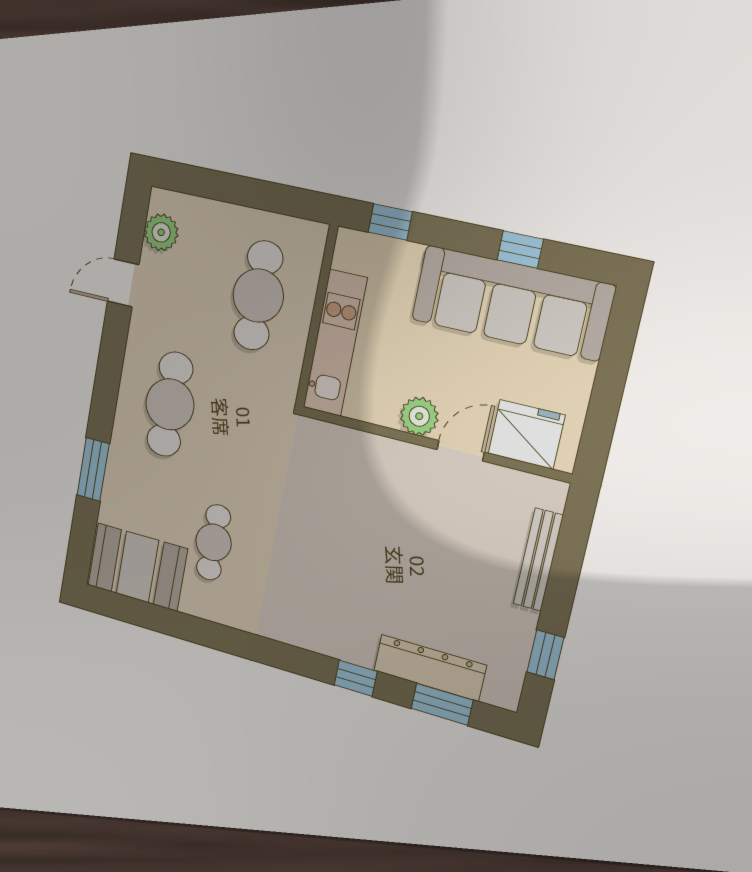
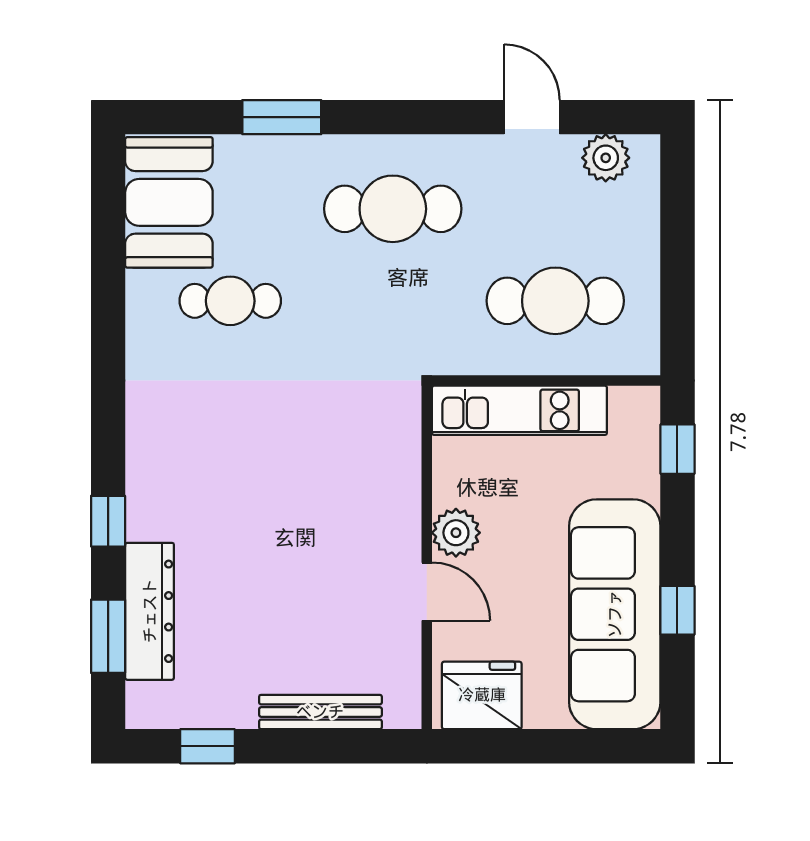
fridge: (526, 434) -> (482, 695), moved, turned -90

